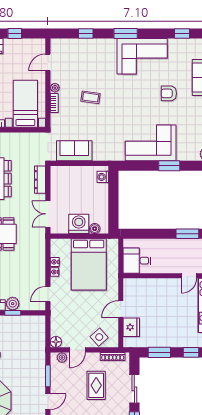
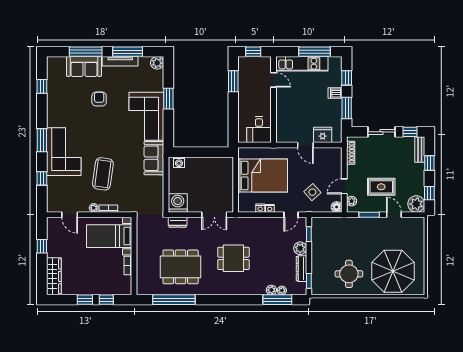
corner sofa: (142, 56) -> (64, 152), moved
armchair: (169, 93) -> (99, 99), turned 180
coffee table: (91, 97) -> (103, 174), width x1.86, depth x1.72
sofa: (74, 151) -> (154, 158), moved
dresser: (40, 180) -> (178, 222), width x0.70
washing machine: (79, 224) -> (178, 203), moved, turned 90
boiler: (95, 229) -> (228, 170), removed
door: (48, 294) -> (291, 215), hinge flipped
window: (13, 313) -> (309, 234), moved
side table: (99, 337) -> (312, 192), moved
dishwasher: (175, 340) -> (335, 93), added
door: (77, 350) -> (344, 186), swing flipped
rug: (96, 385) -> (381, 187), moved

